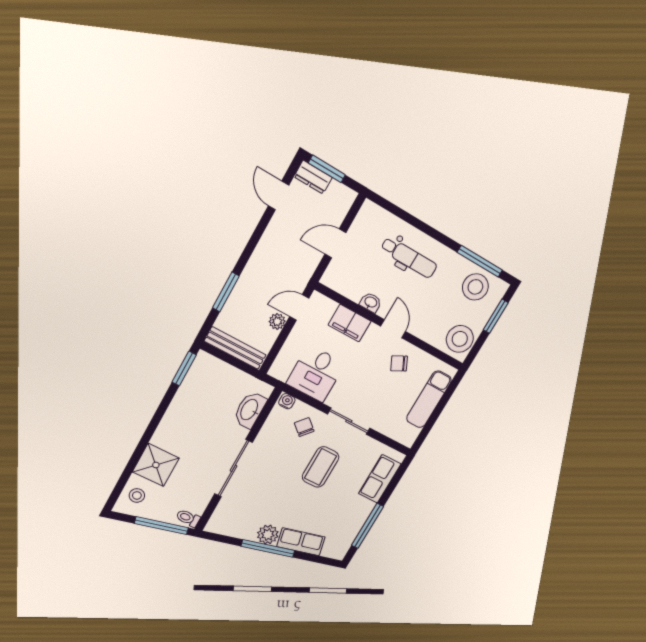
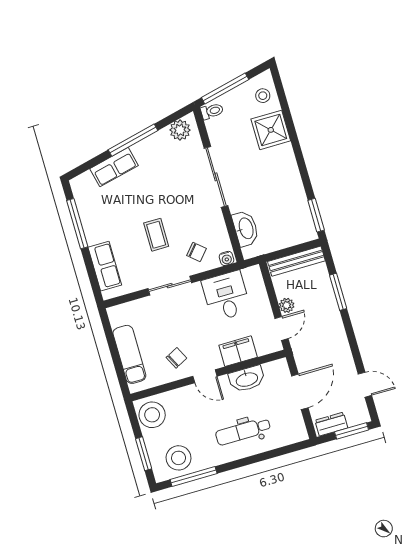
dresser: (313, 177) -> (331, 424), moved
door: (335, 243) -> (300, 392), width x1.38
washbasin: (371, 302) -> (247, 379), width x1.91, depth x1.45
coffee table: (321, 467) -> (156, 235), width x0.73, depth x0.77
plant: (268, 535) -> (180, 130), moved

